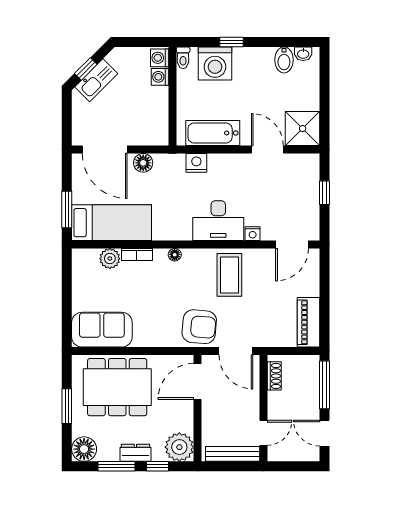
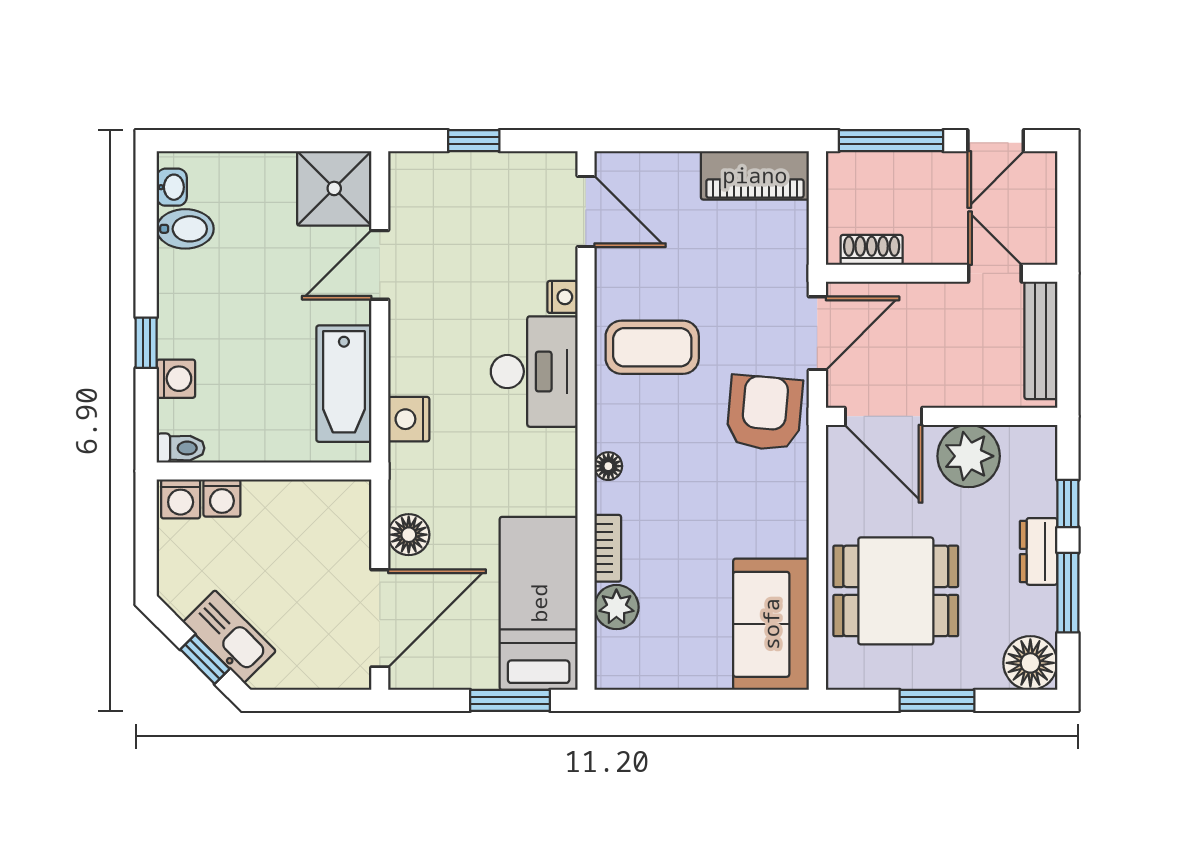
washing machine: (215, 63) -> (176, 379), width x0.53, depth x0.53
dining table: (117, 387) -> (896, 591), width x0.73
plant: (179, 447) -> (969, 456), moved

